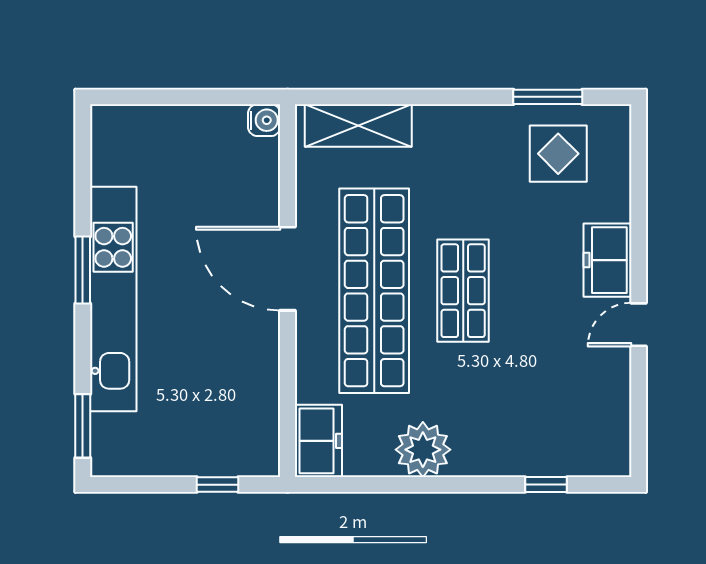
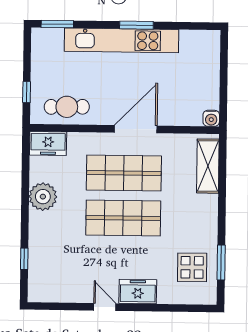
shop shelf: (374, 291) -> (124, 173), width x0.71
shop shelf: (463, 291) -> (123, 218), width x1.43, depth x1.36
cafe table: (246, 405) -> (67, 107), added

